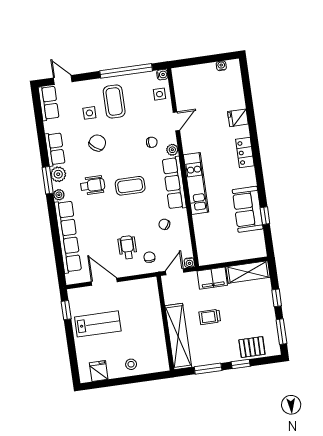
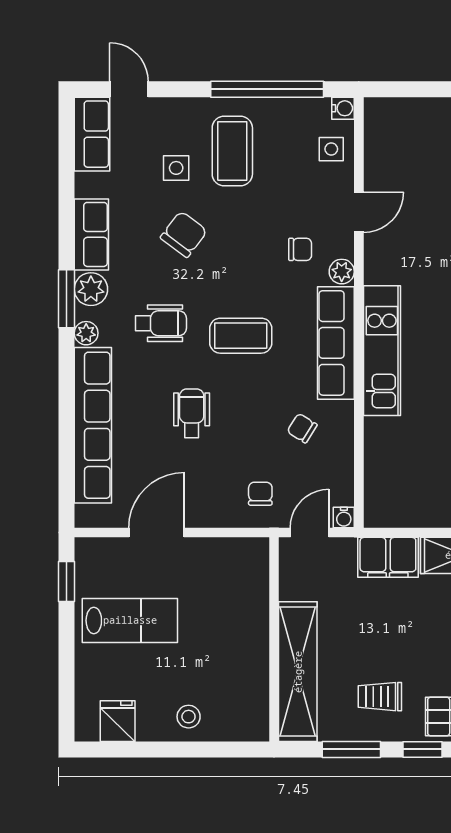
wheelchair: (127, 247) -> (192, 413), moved
door: (104, 282) -> (156, 533), hinge flipped
trolley: (210, 317) -> (380, 697), moved

